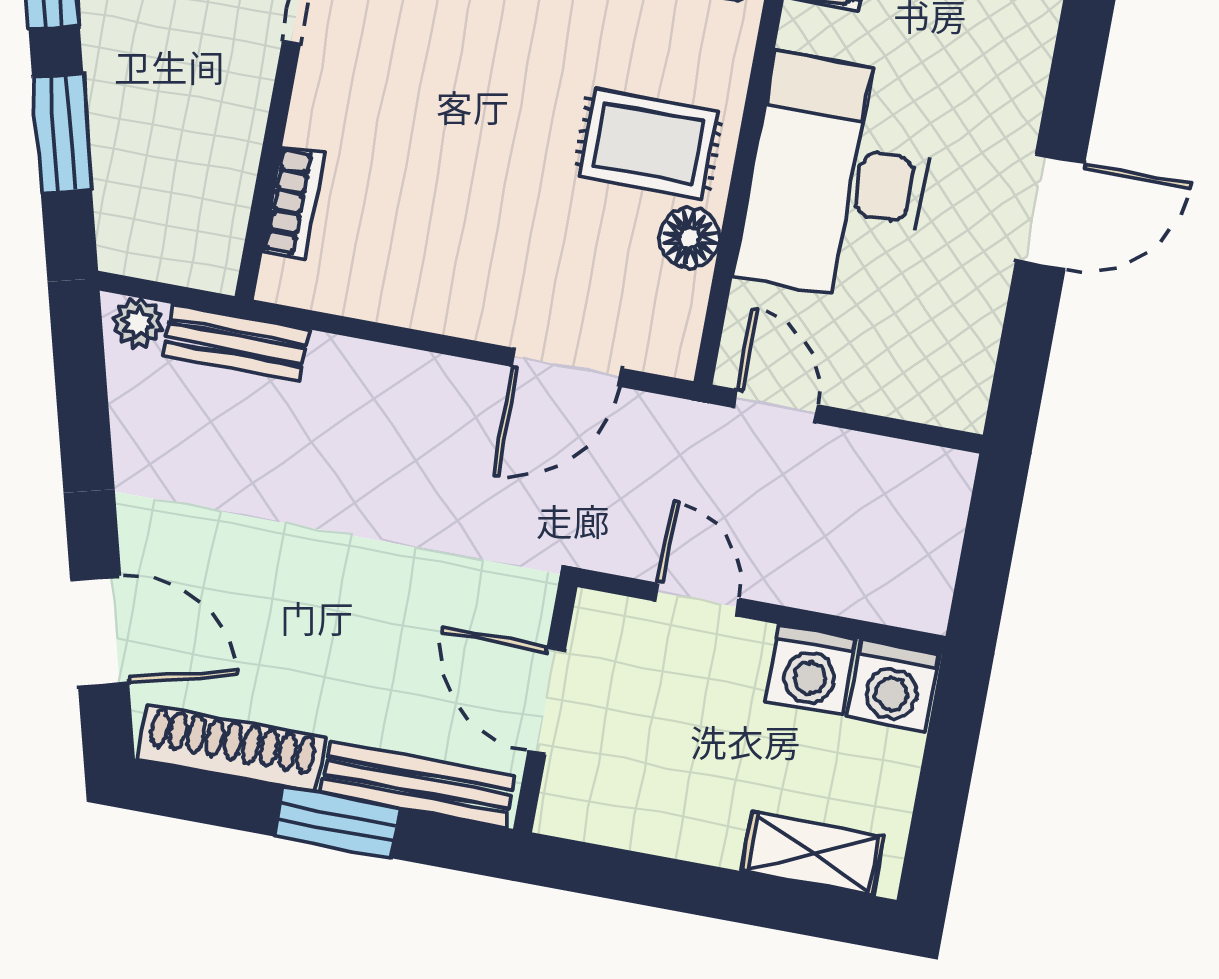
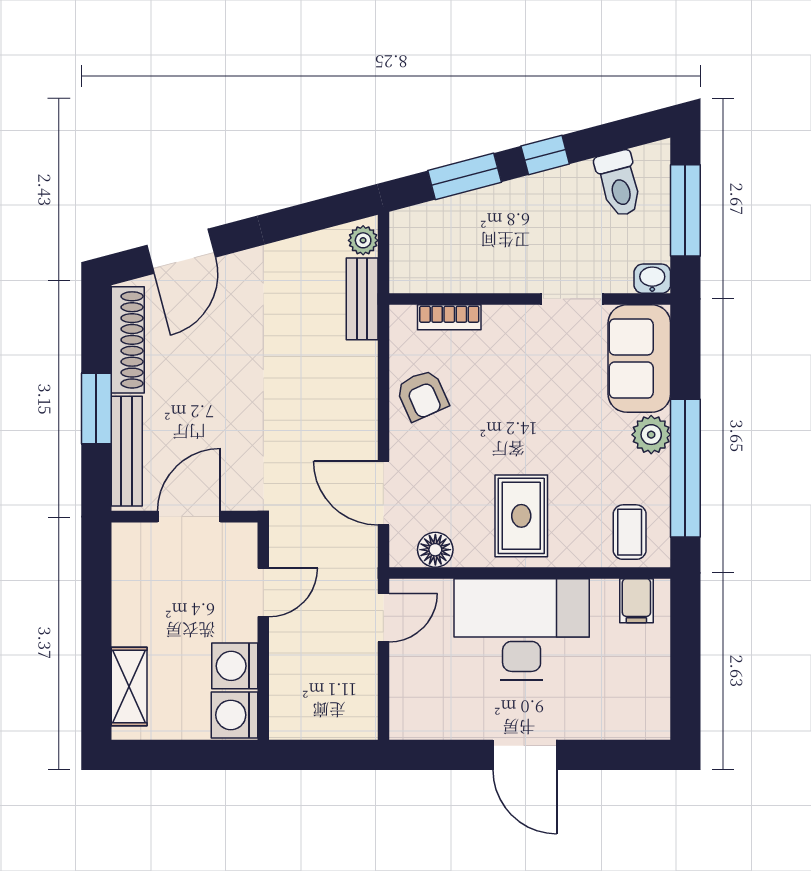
floor lamp: (690, 238) -> (435, 550), moved
armchair: (416, 272) -> (422, 395), added

